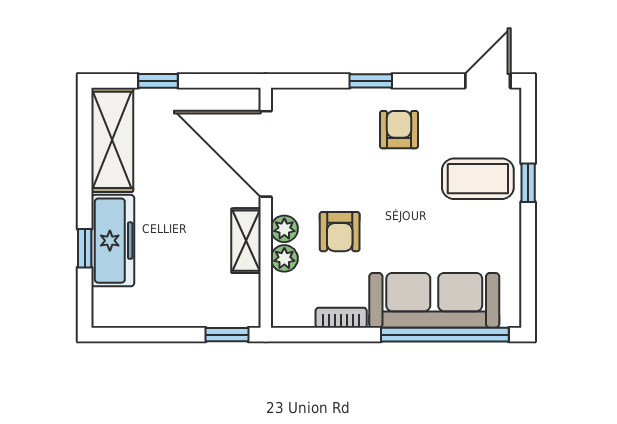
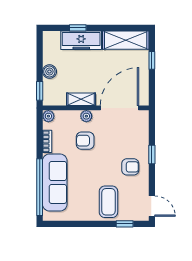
window: (528, 183) -> (125, 224), moved
plant: (284, 258) -> (48, 116), moved
boiler: (183, 312) -> (49, 72), added

